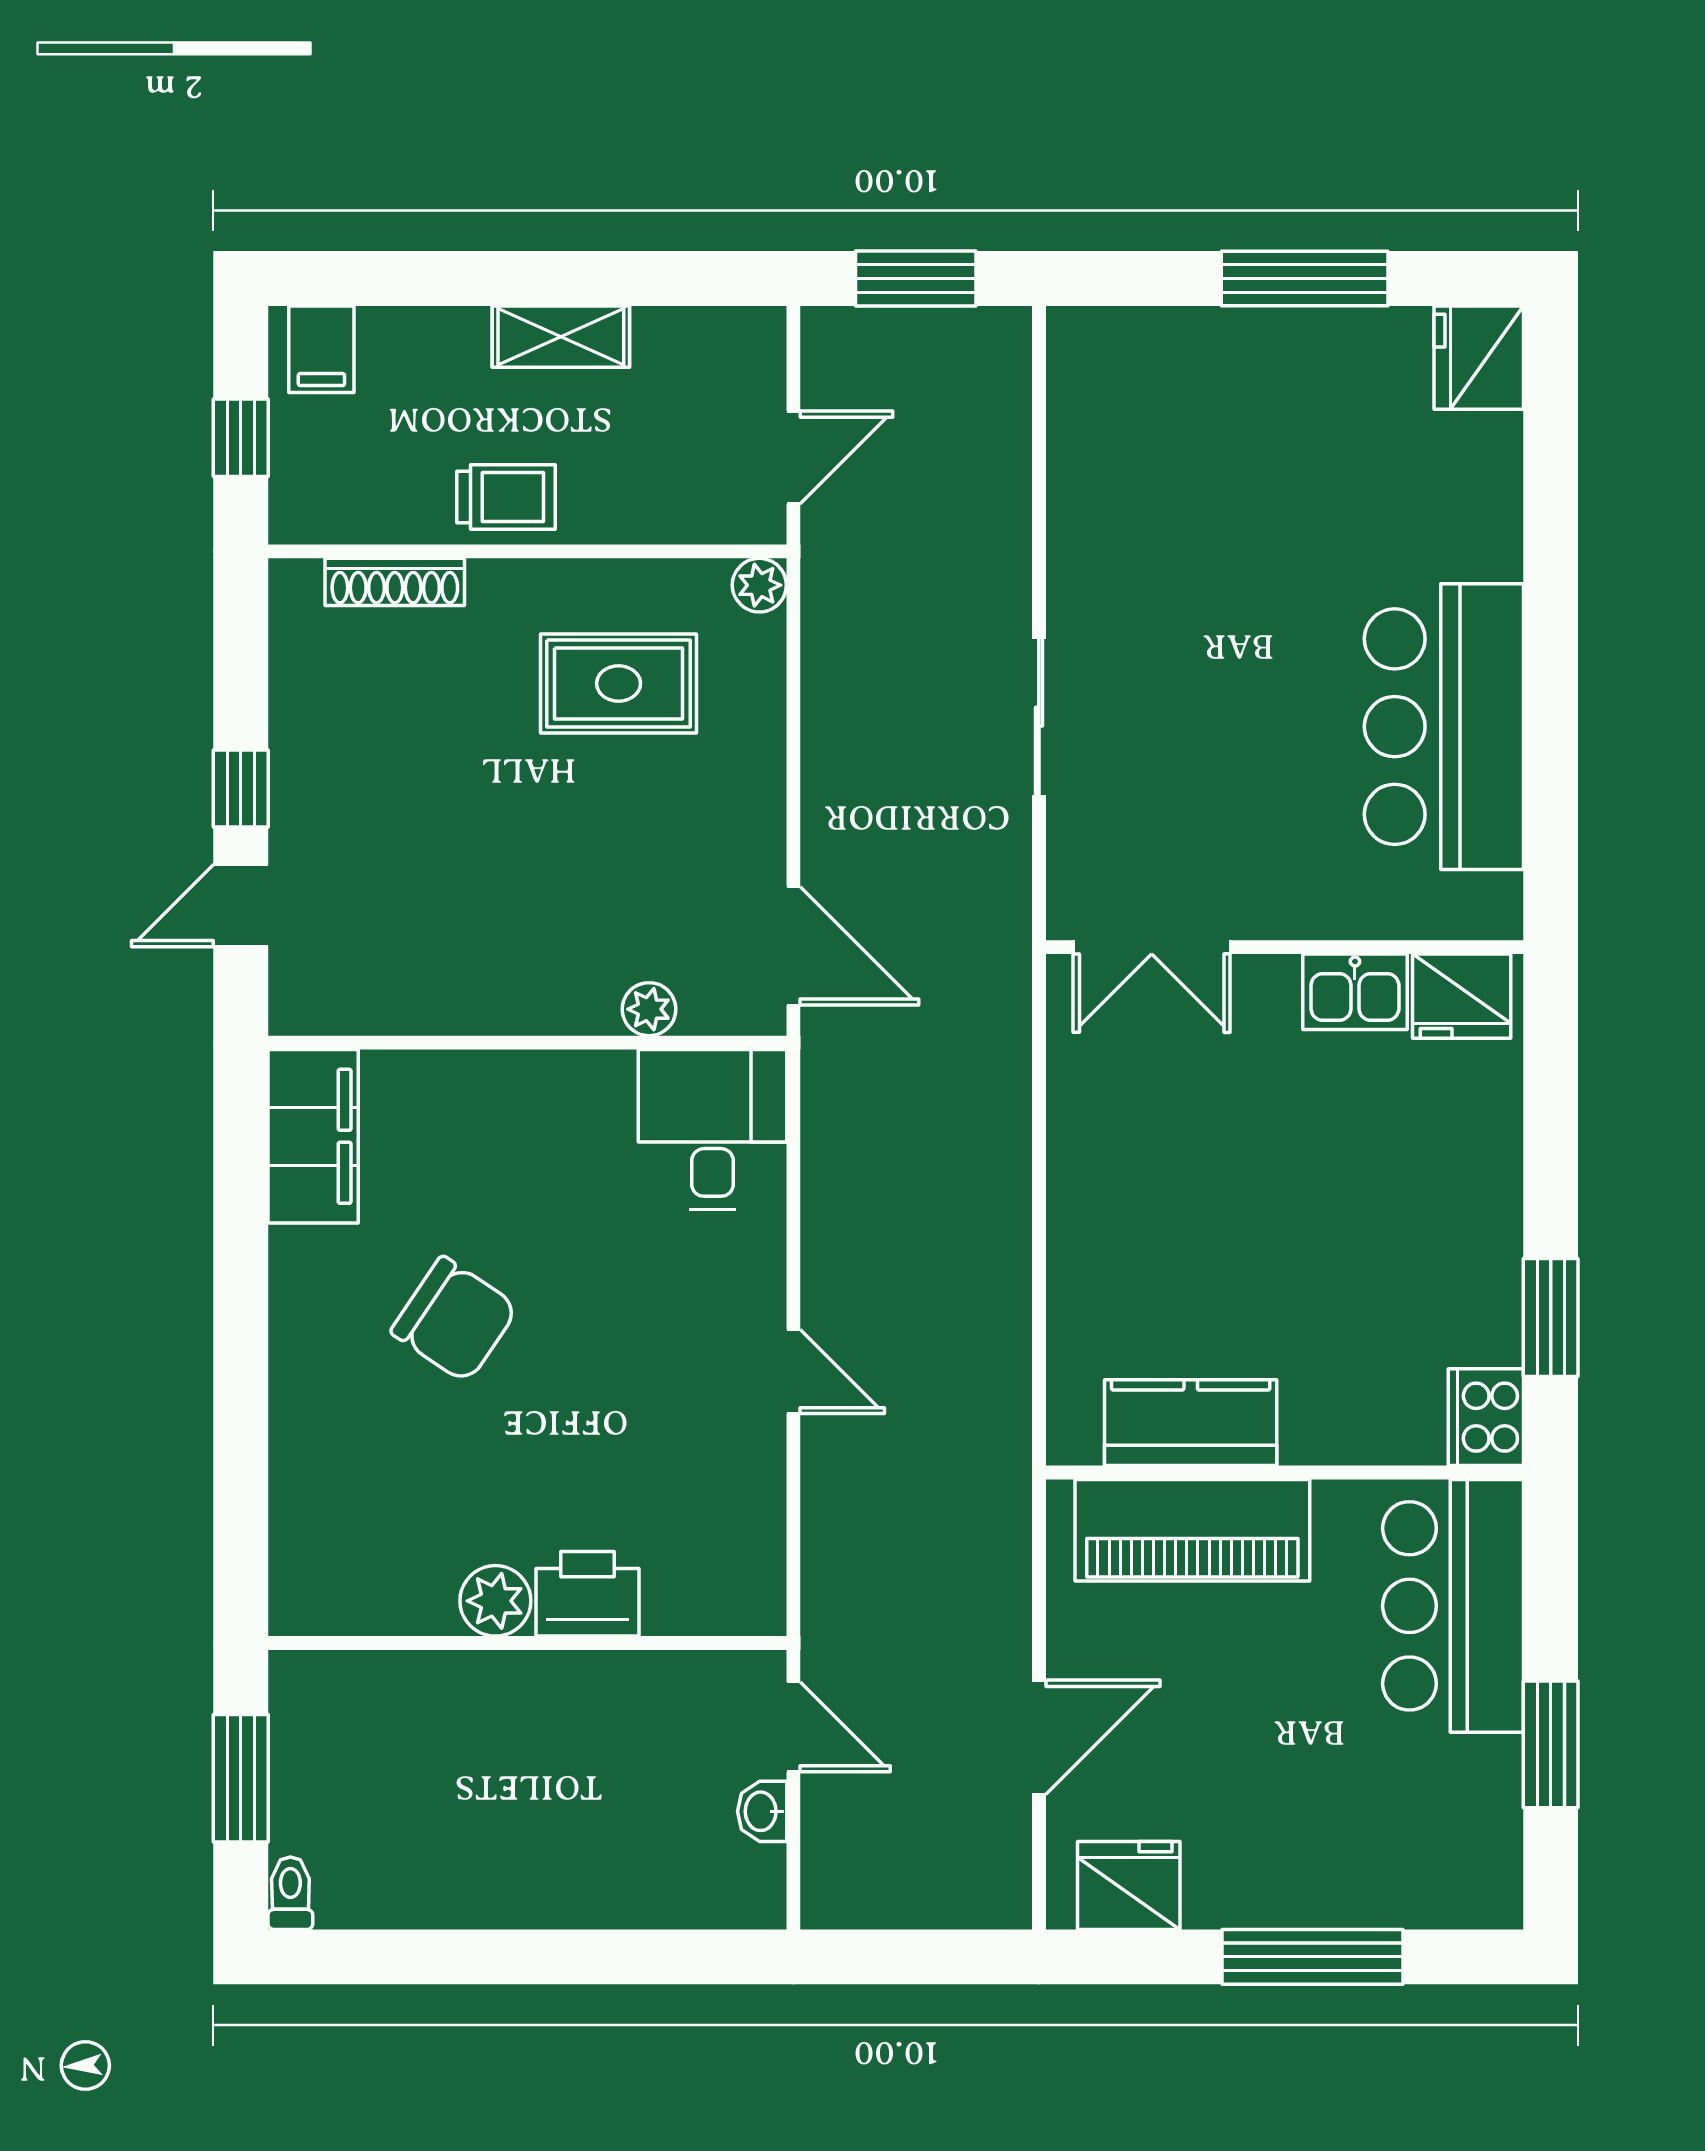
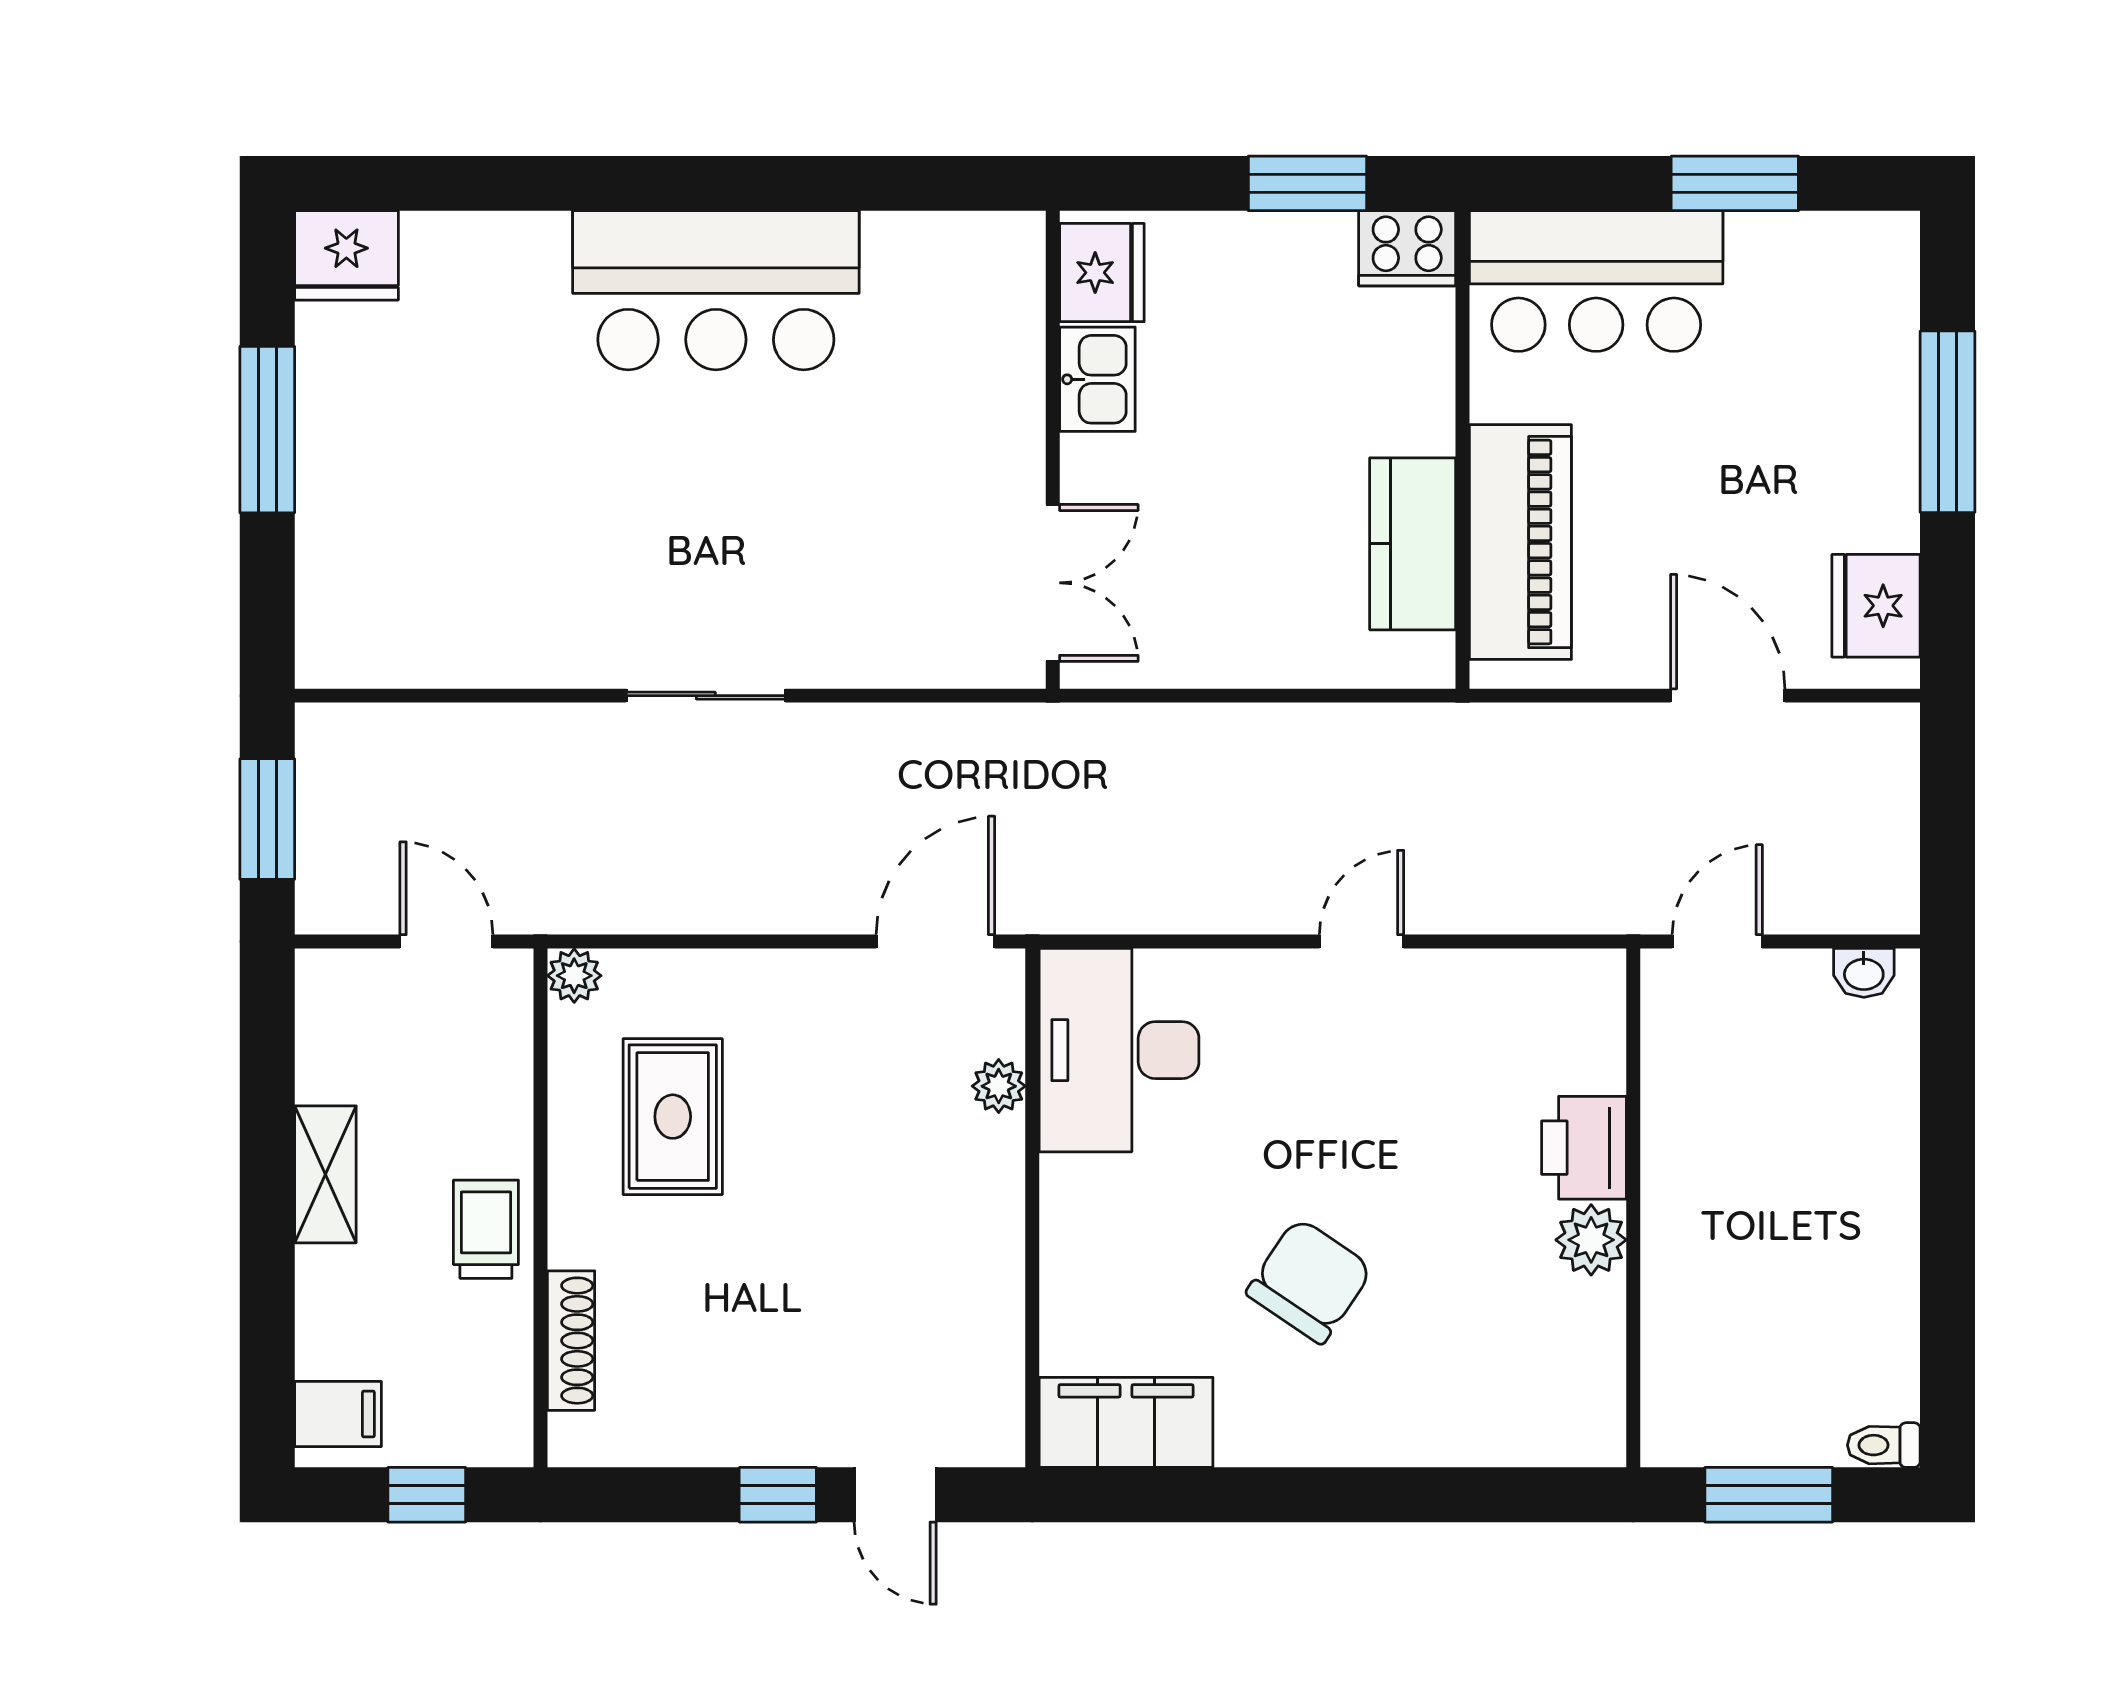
double door: (1152, 947) -> (1053, 583), moved
wall: (1285, 947) -> (1053, 450), moved
kitchen sink: (1355, 992) -> (1097, 379), moved
fridge: (1462, 996) -> (1102, 273), moved
desk: (713, 1129) -> (1119, 1050), width x1.37
washbasin: (762, 1811) -> (1864, 973), moved

